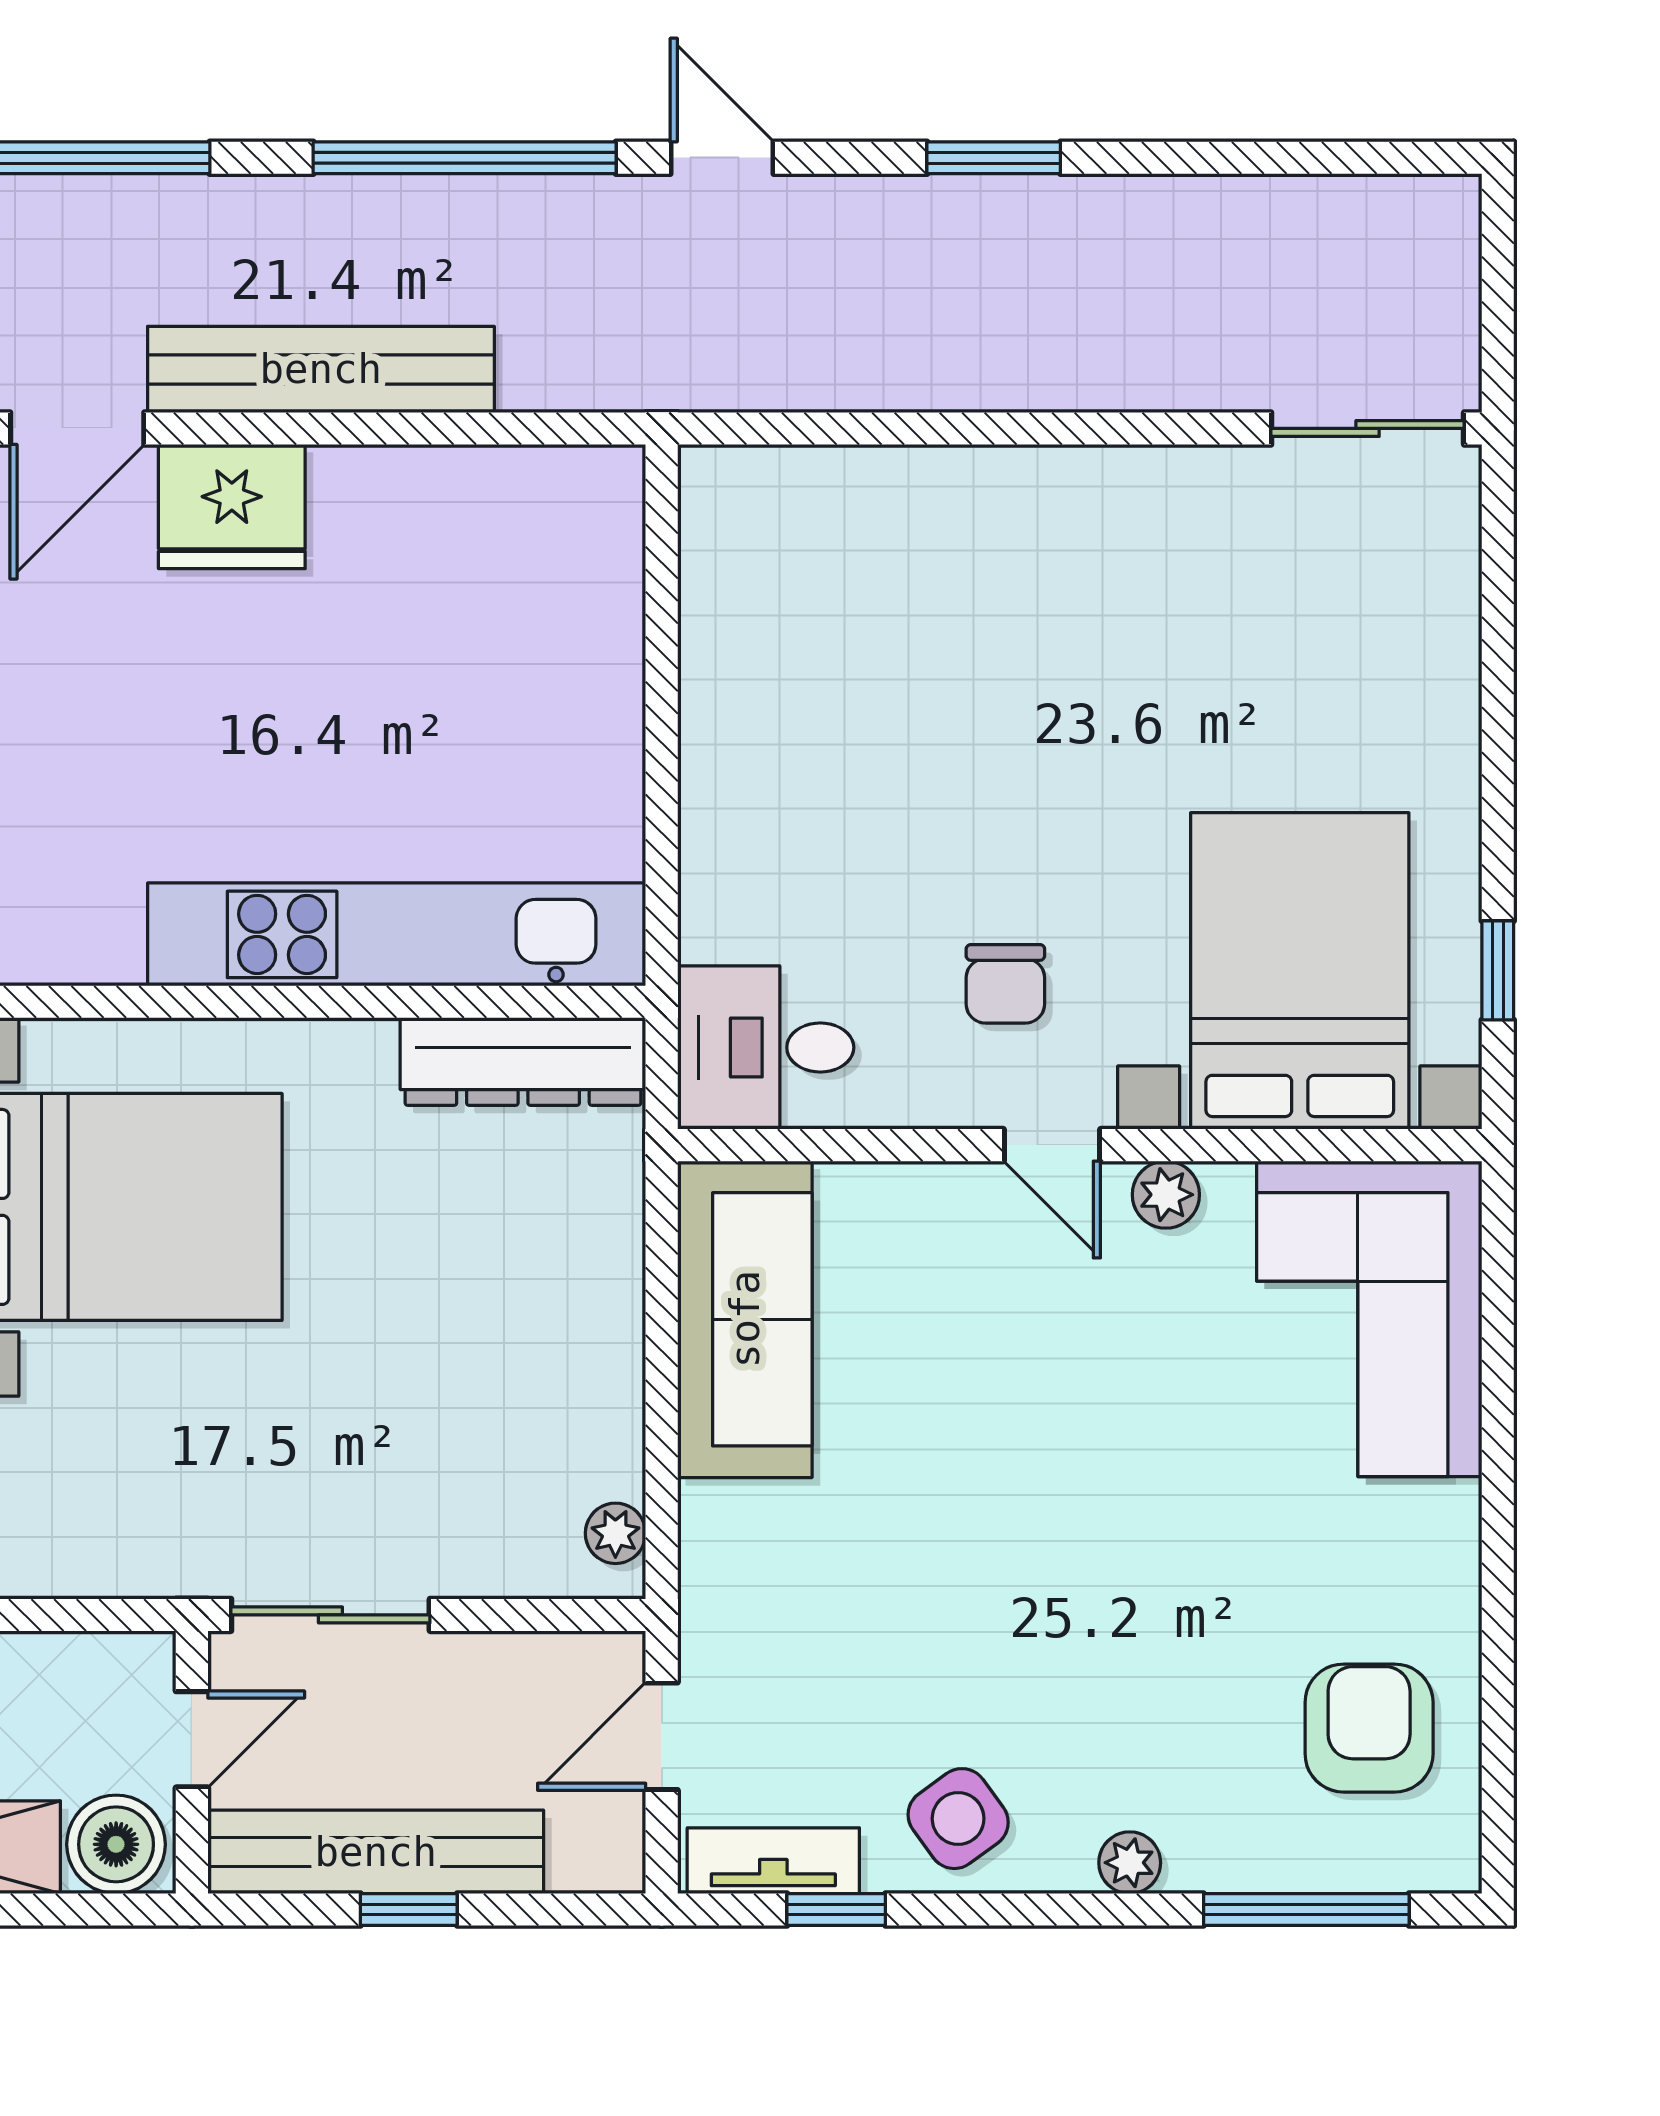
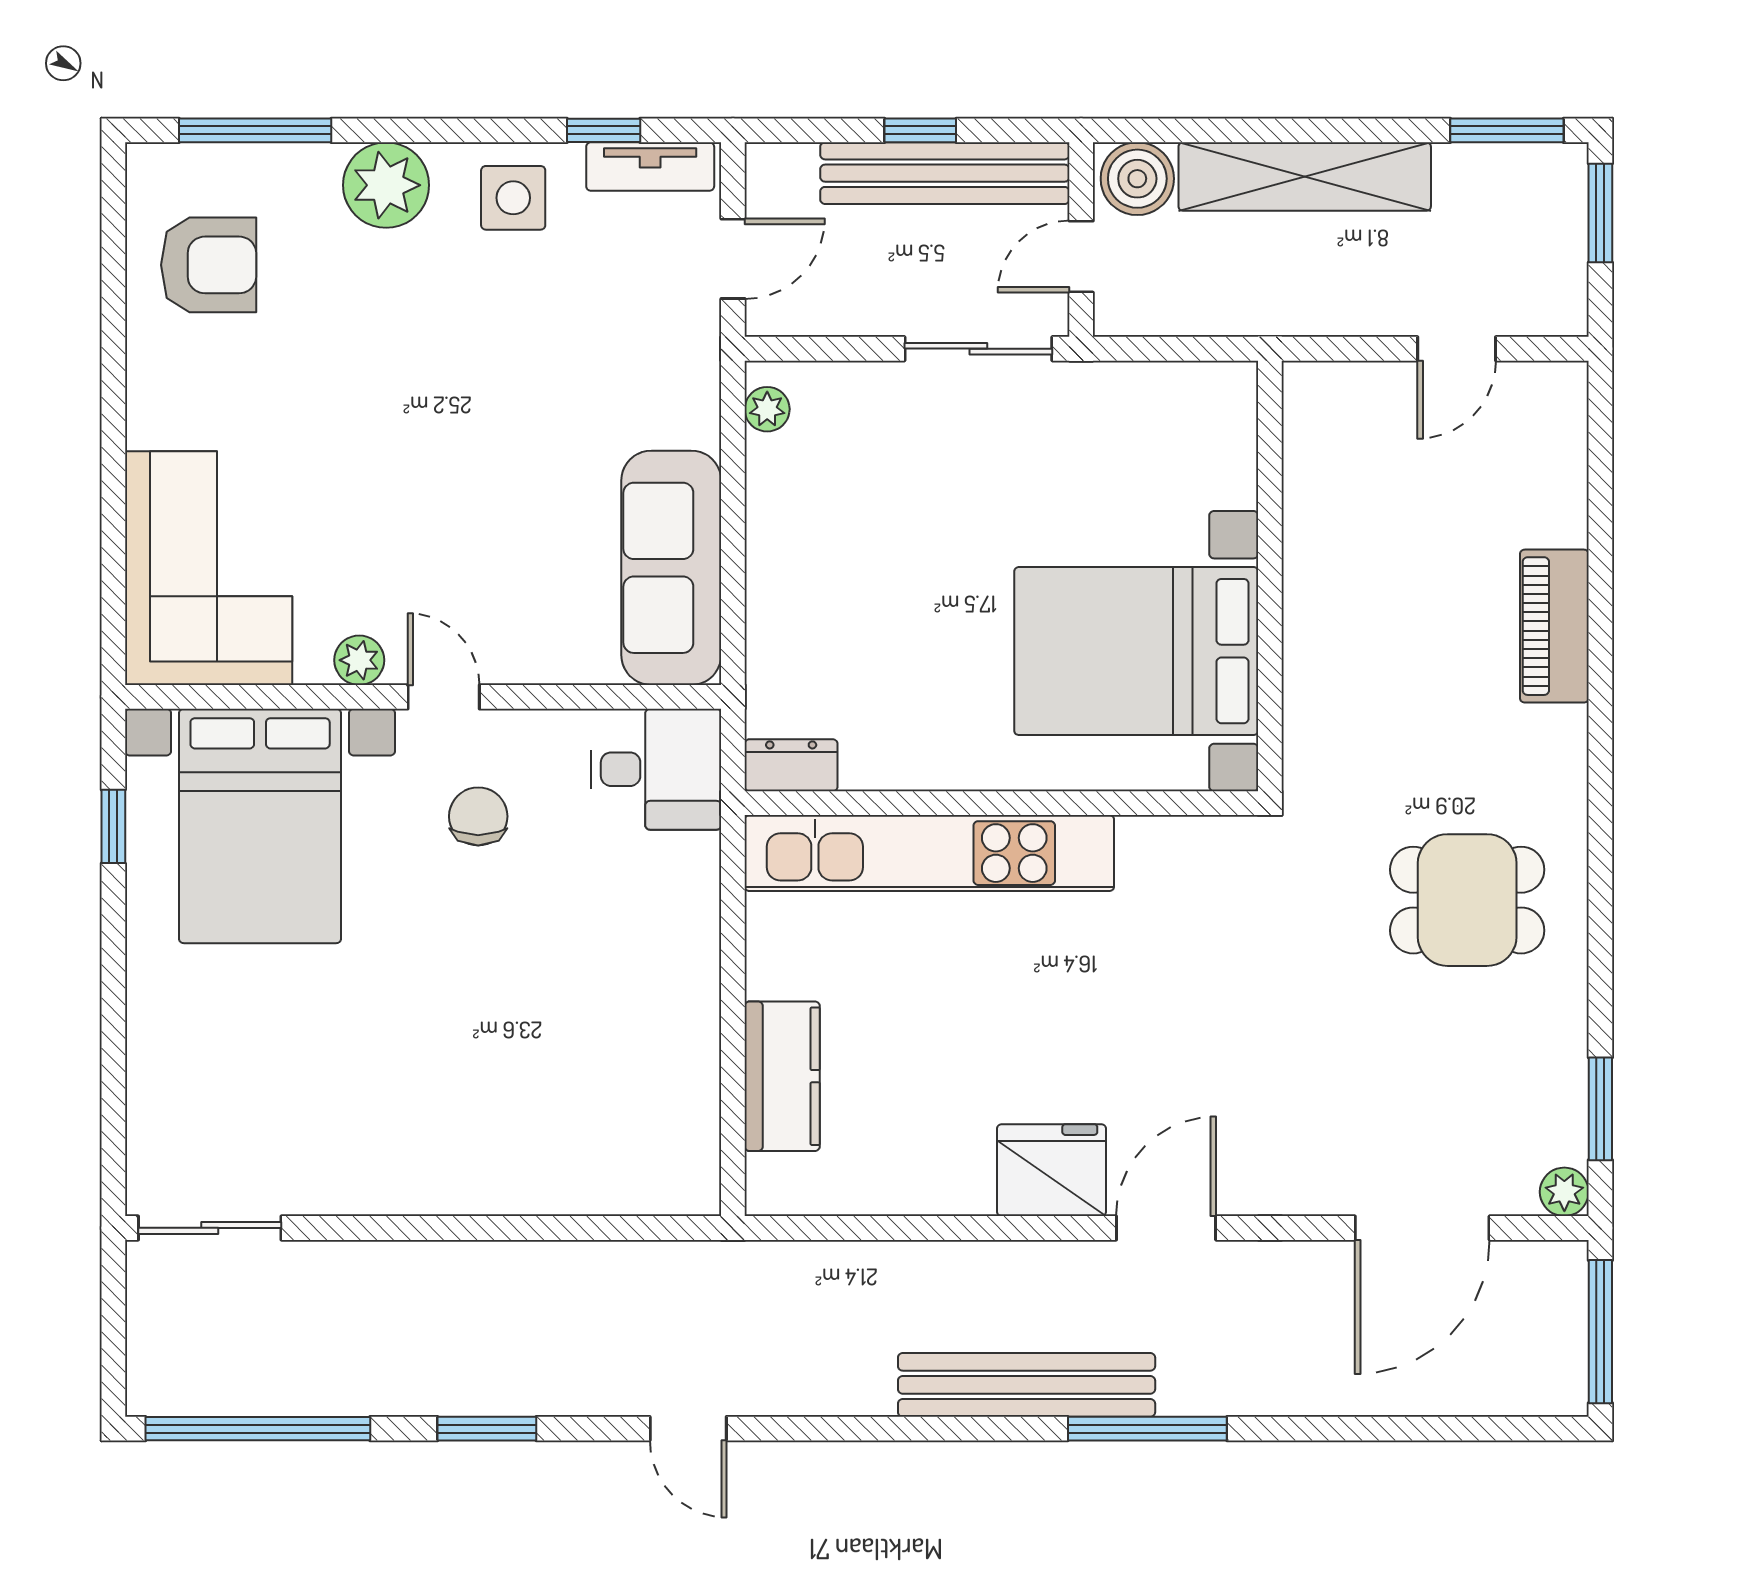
window: (465, 158) -> (258, 1429), moved
bench: (321, 369) -> (1027, 1385), moved
kitchen counter: (595, 633) -> (782, 1076), added
dresser: (523, 1061) -> (791, 765), width x0.51, depth x0.80
armchair: (1369, 1728) -> (209, 265), turned -90
side table: (958, 1819) -> (513, 198), turned 36
plant: (1130, 1863) -> (386, 185), width x1.87, depth x1.87

